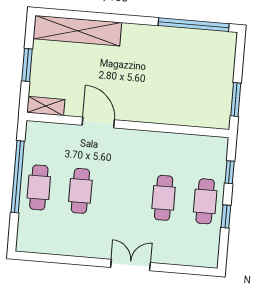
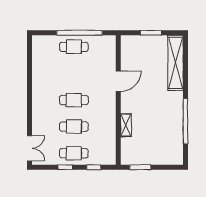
window: (194, 25) -> (185, 121), moved
shelving: (46, 106) -> (126, 125), moved
cafe table: (80, 191) -> (74, 100), moved
double door: (131, 265) -> (29, 148), moved

